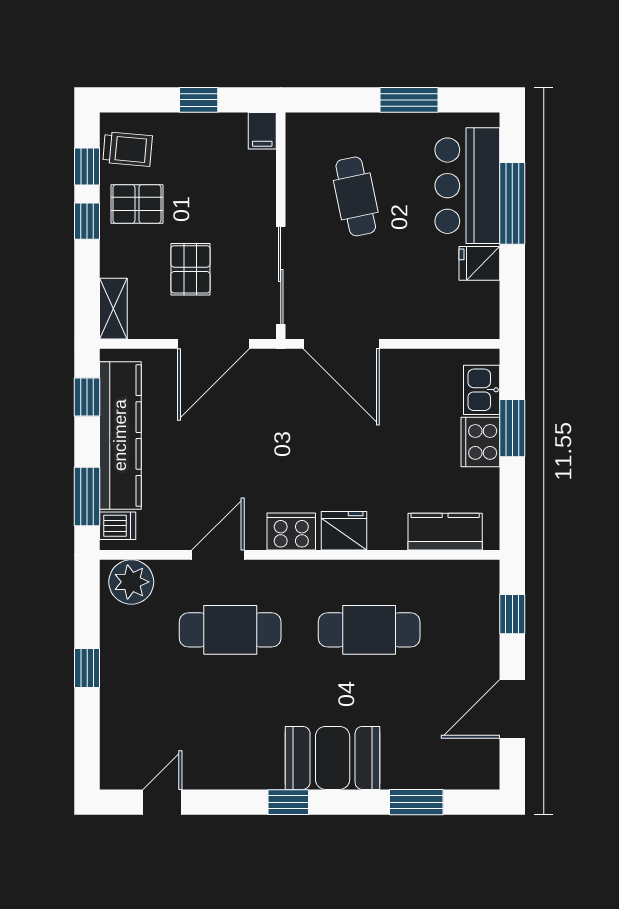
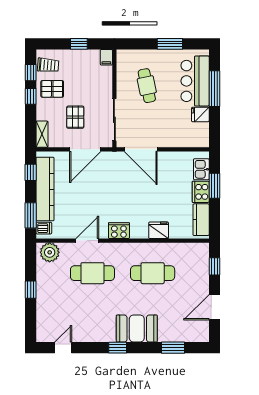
fridge: (344, 531) -> (159, 230), moved
kitchen counter: (445, 532) -> (201, 220), moved, turned -90

